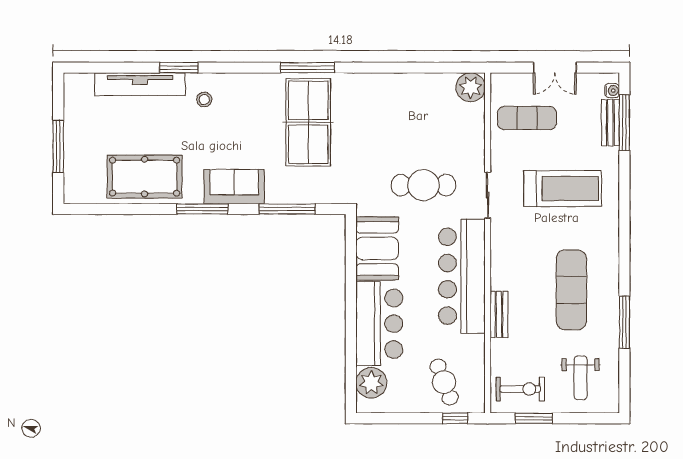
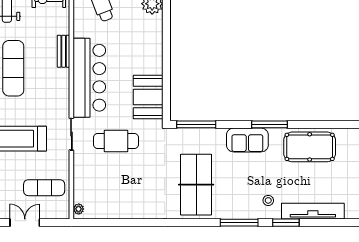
window: (307, 68) -> (239, 223), moved
plant: (471, 87) -> (79, 209), width x0.53, depth x0.53
window: (287, 209) -> (196, 124), moved
bar counter: (379, 324) -> (147, 45), removed

